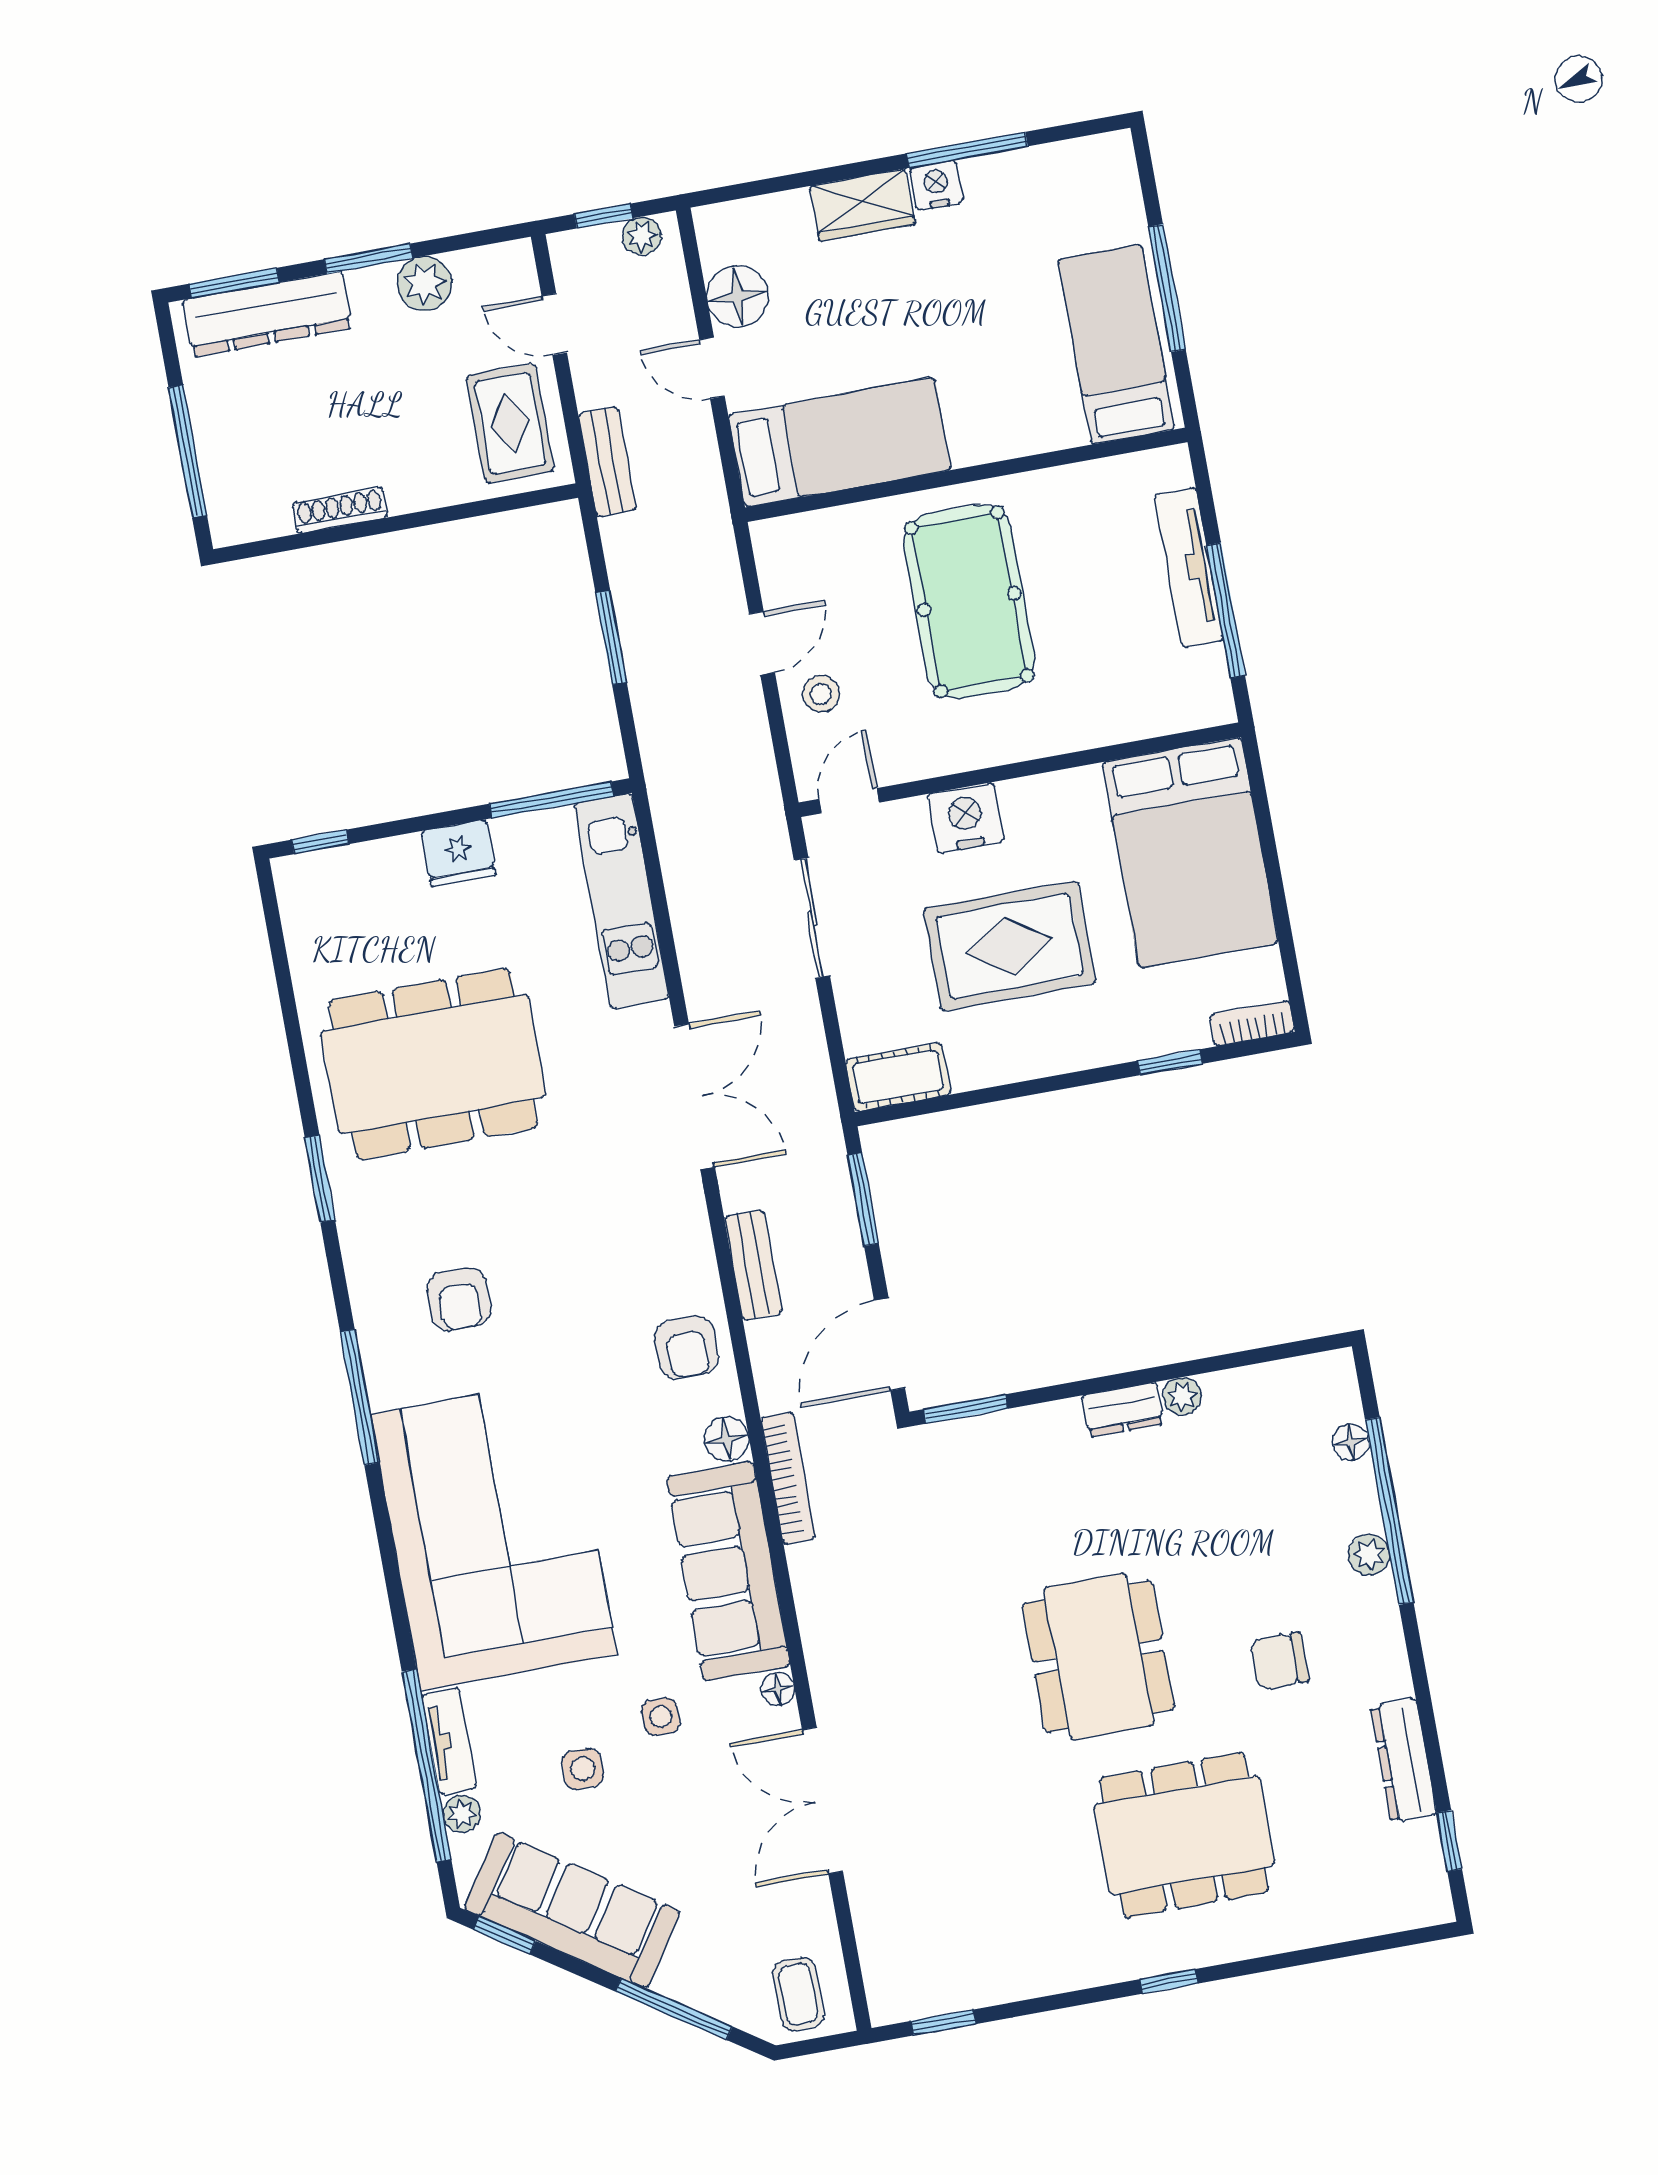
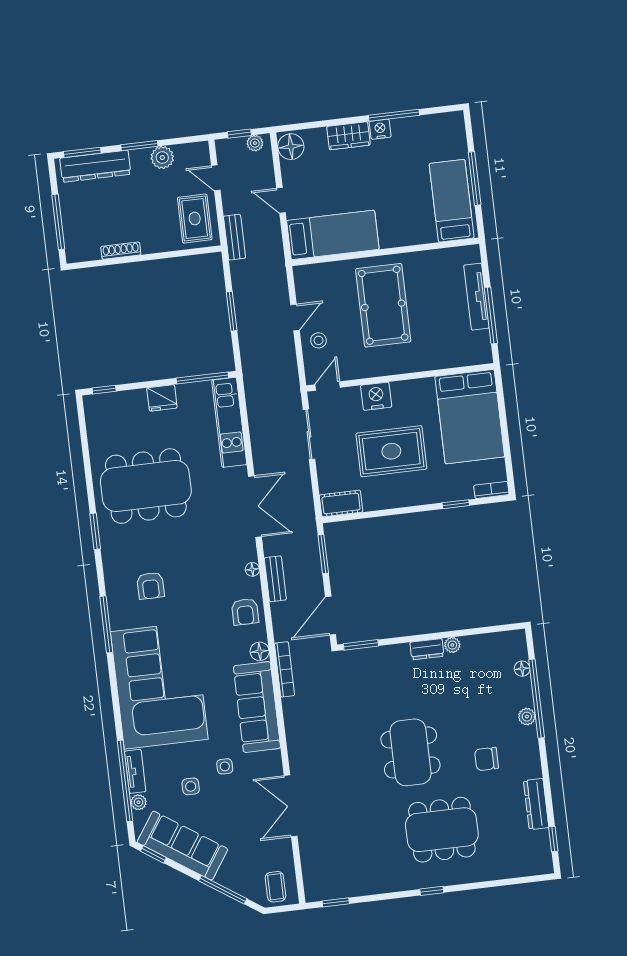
floor lamp: (738, 296) -> (291, 147), moved
floor lamp: (778, 1689) -> (252, 569), moved

